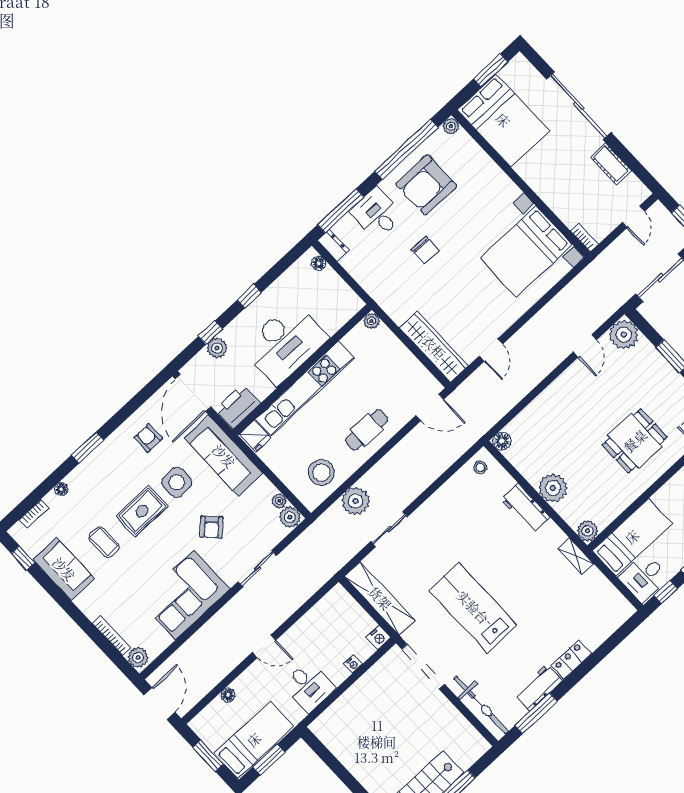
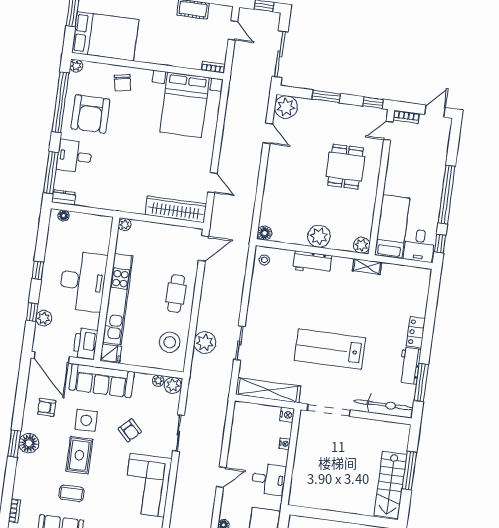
chair: (425, 250) -> (122, 83), moved, turned 80
floor lamp: (61, 489) -> (29, 443), moved, width x1.89, depth x1.89

